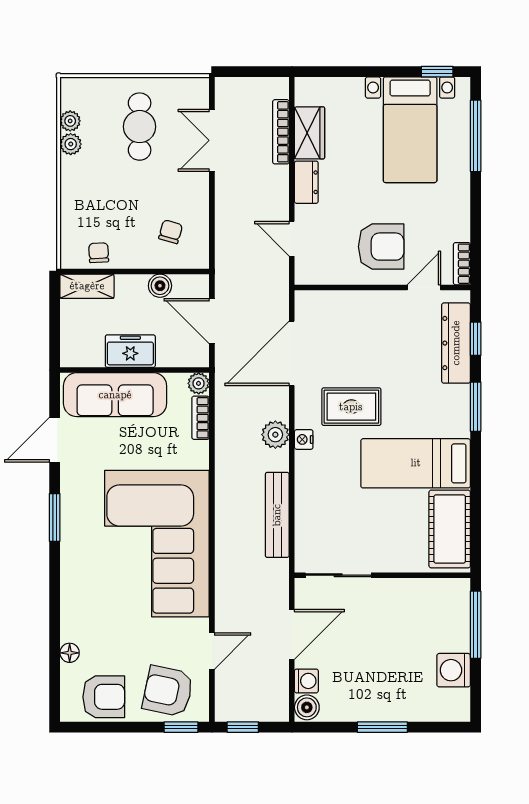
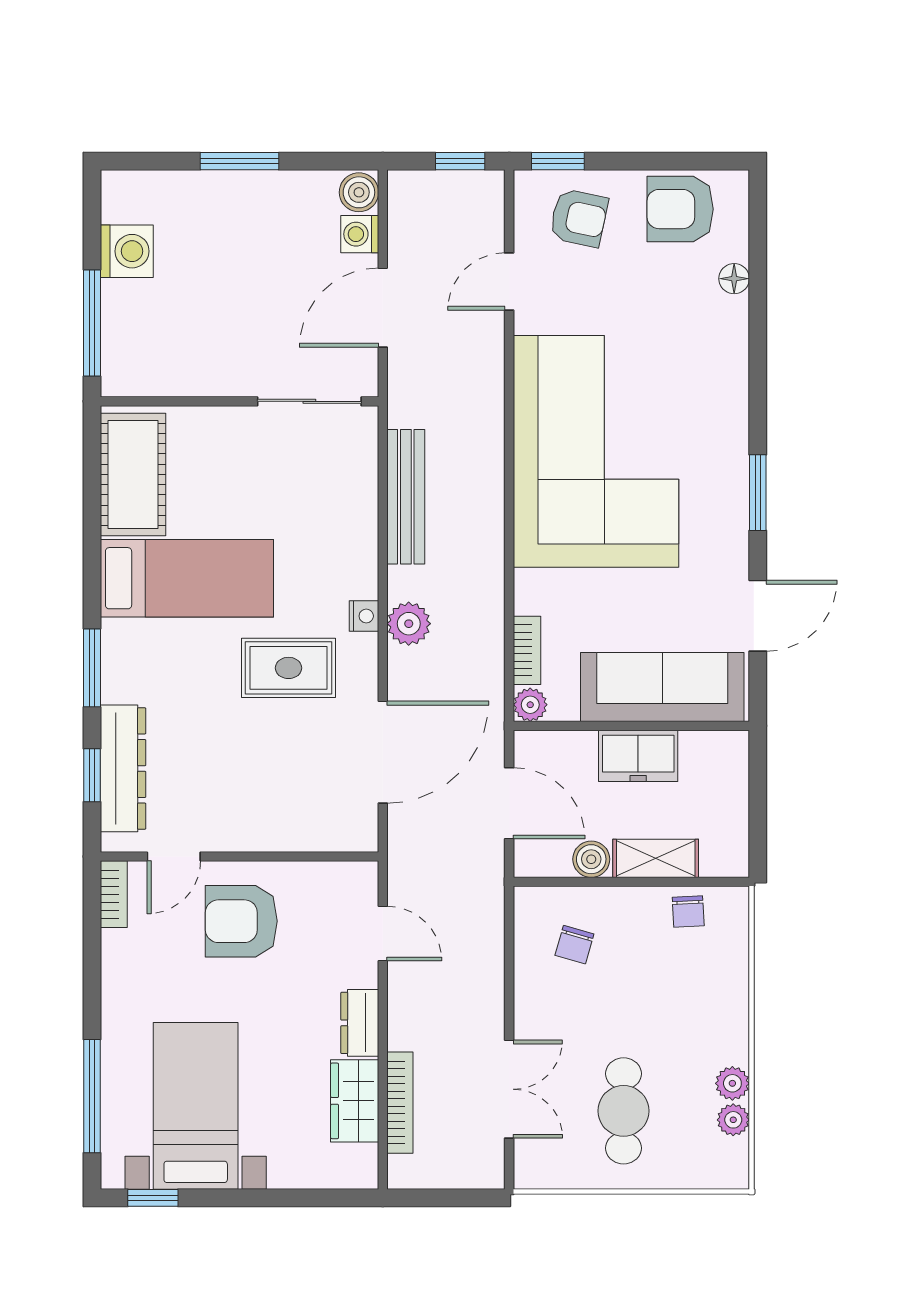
shelving: (87, 286) -> (656, 858), moved
armchair: (168, 691) -> (579, 218), width x0.72, depth x0.72

